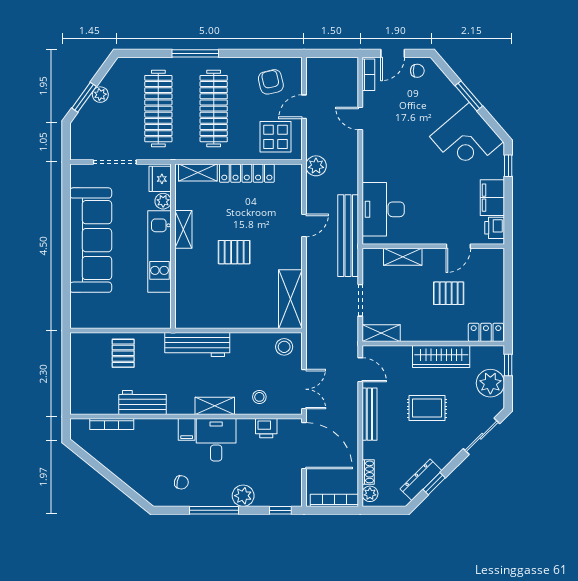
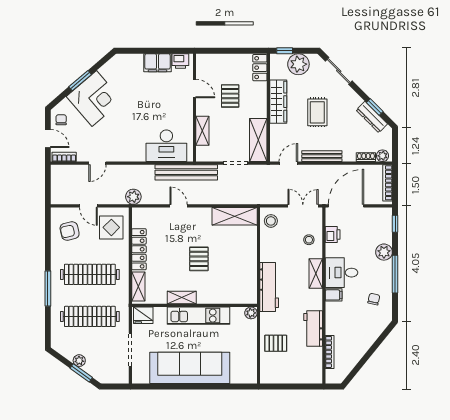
corner desk: (467, 139) -> (94, 99), moved
window: (508, 166) -> (133, 51), removed
plant: (163, 201) -> (251, 313), moved
shelving: (381, 333) -> (258, 140), width x1.50, depth x1.33

